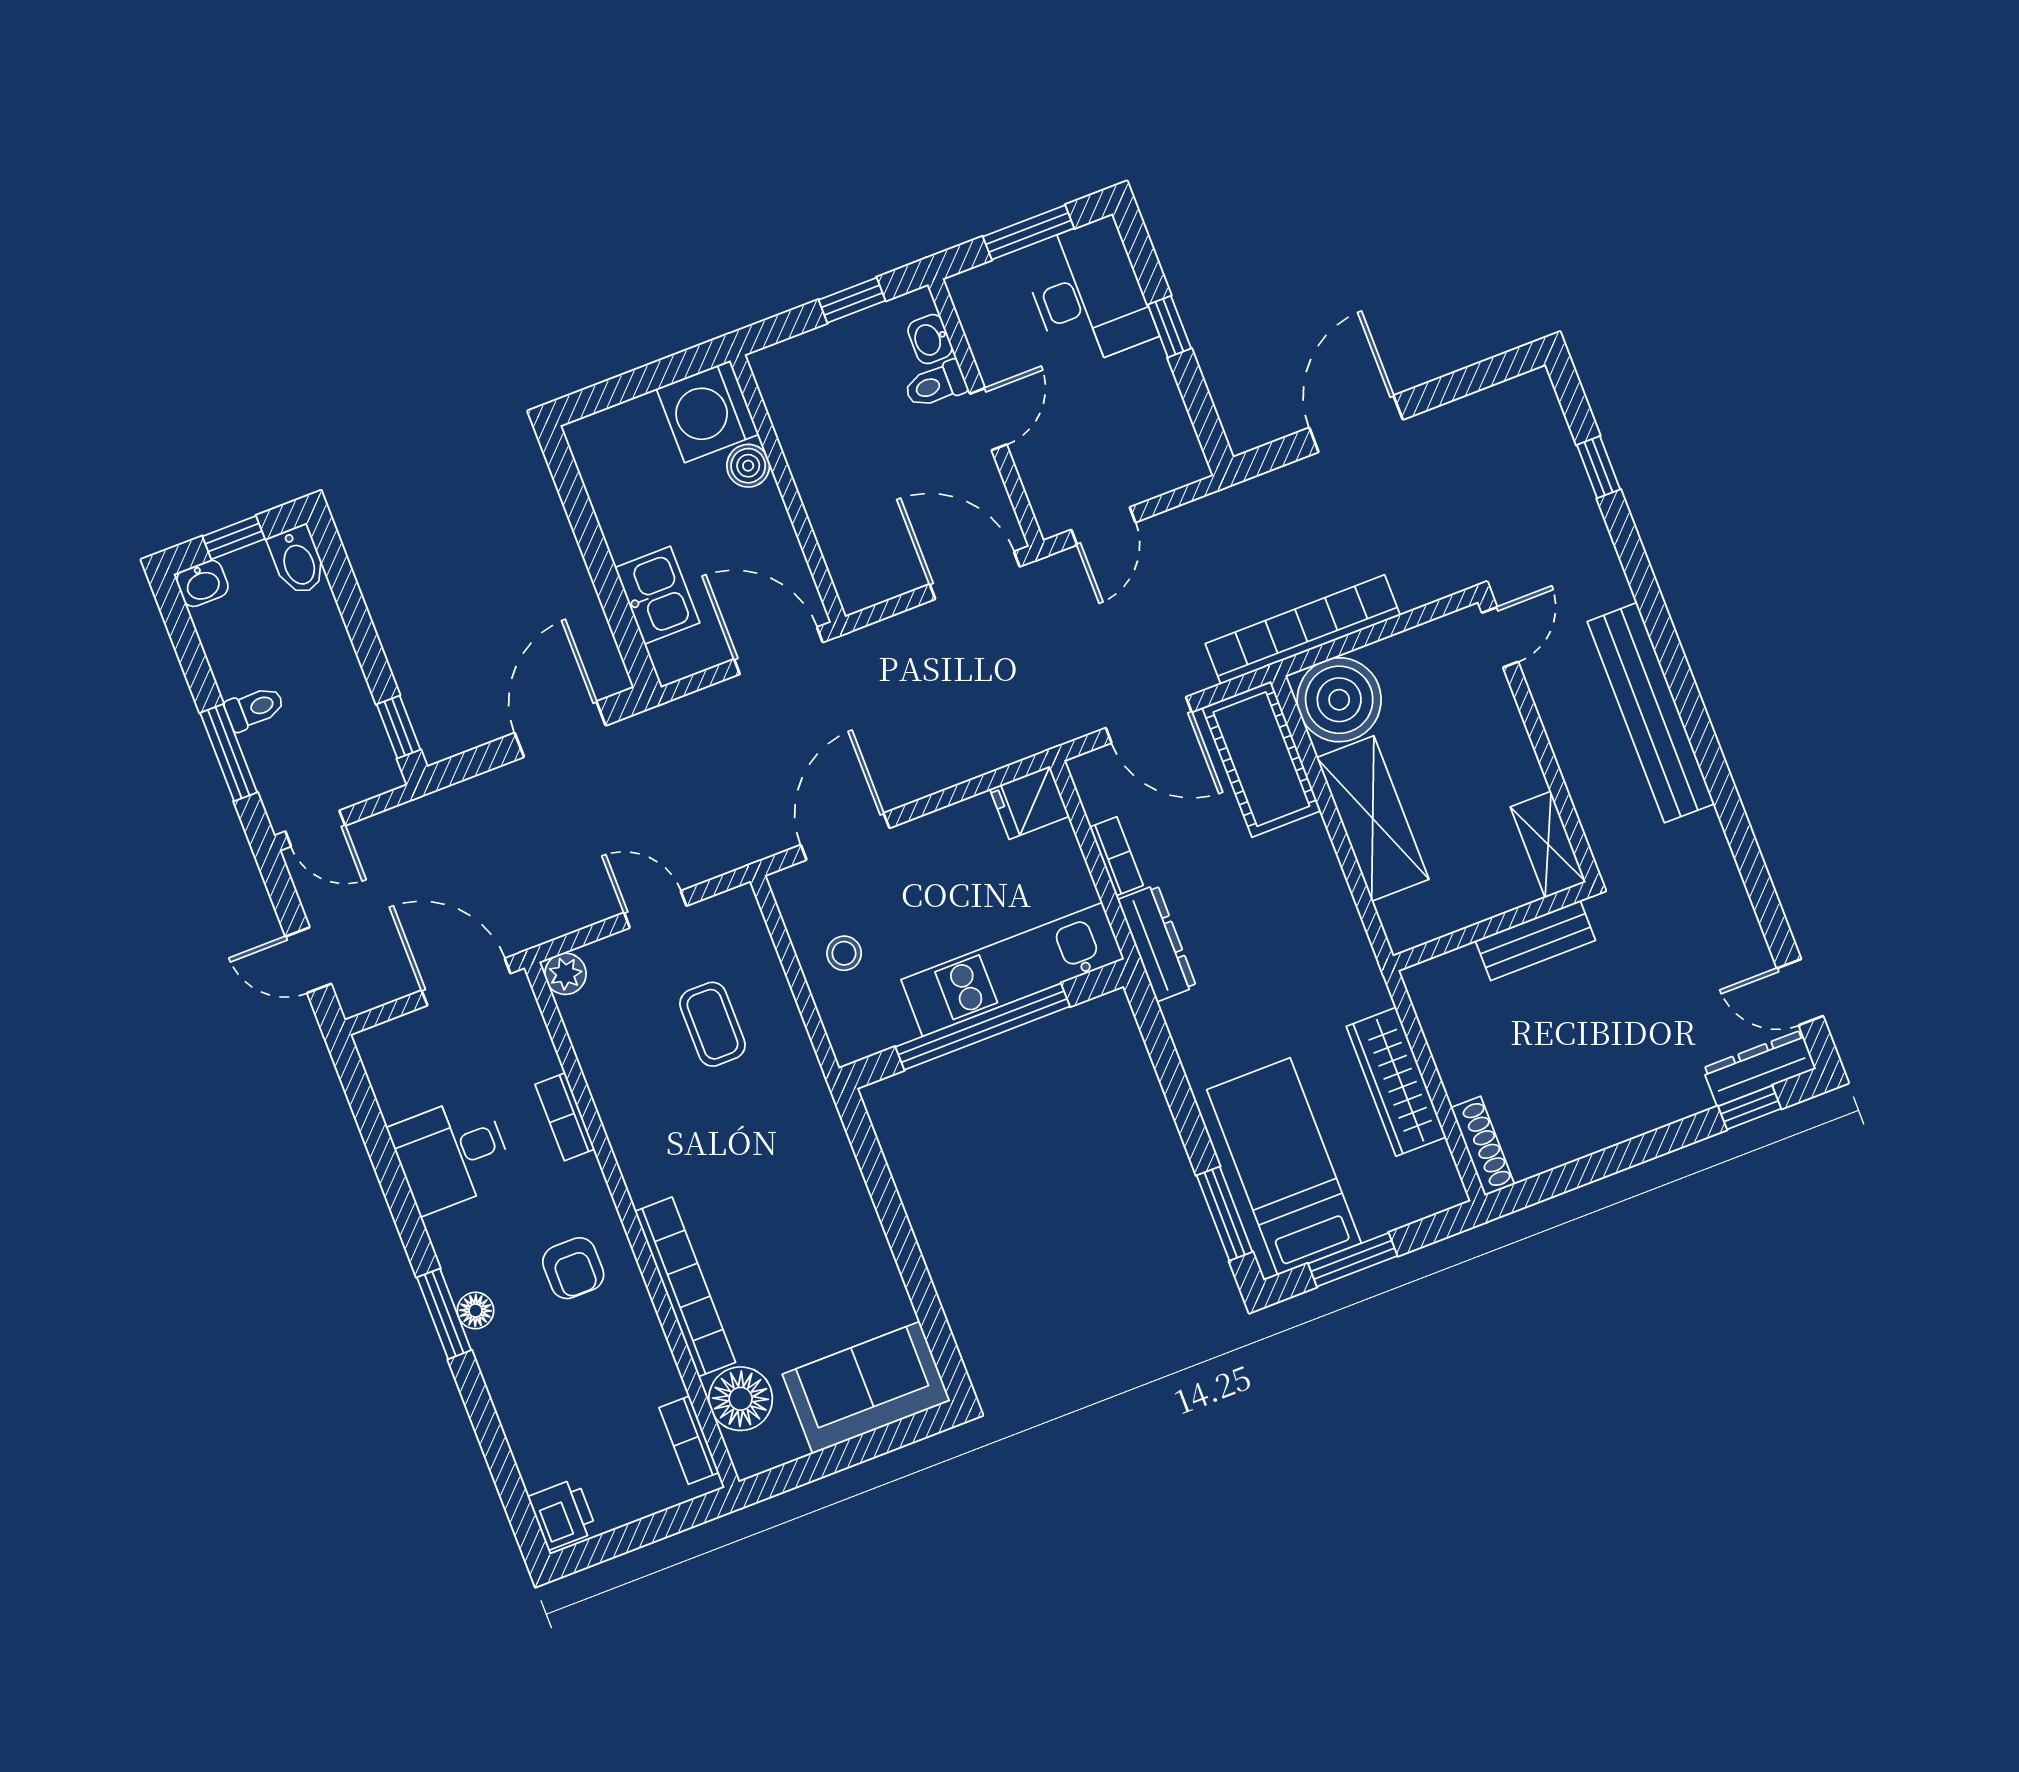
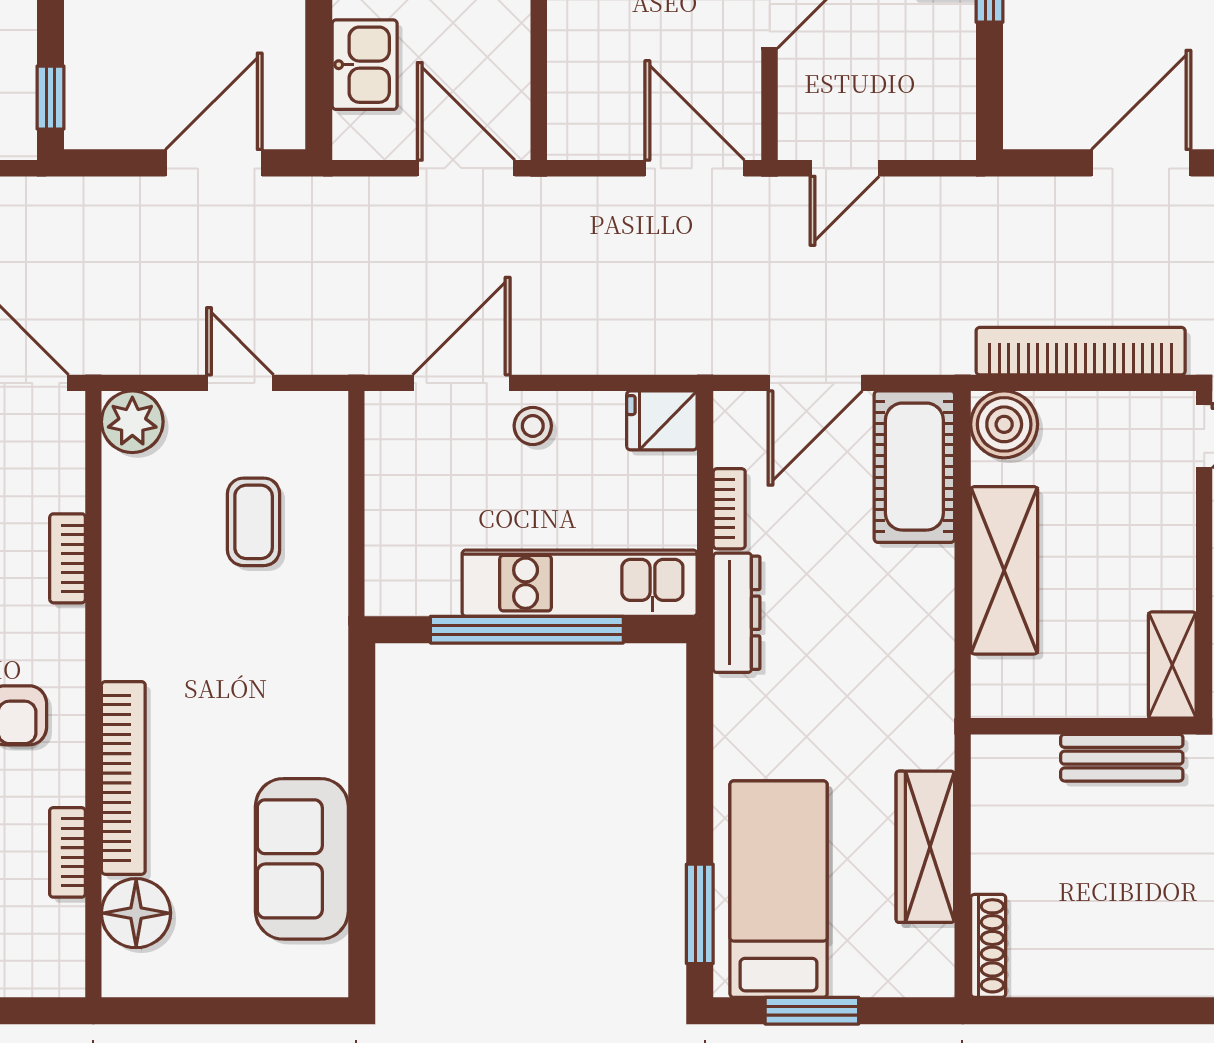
bookcase: (1303, 629) -> (1081, 351), moved
boiler: (1339, 700) -> (1004, 424), width x0.73, depth x0.73
door: (1149, 720) -> (815, 383), hinge flipped
stool: (844, 953) -> (533, 426), moved
plant: (565, 974) -> (132, 422), width x1.38, depth x1.38
sofa: (866, 1388) -> (302, 859), moved, turned -90
bookcase: (689, 1440) -> (67, 852), moved

